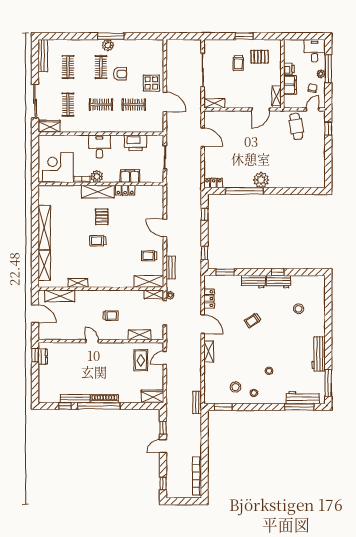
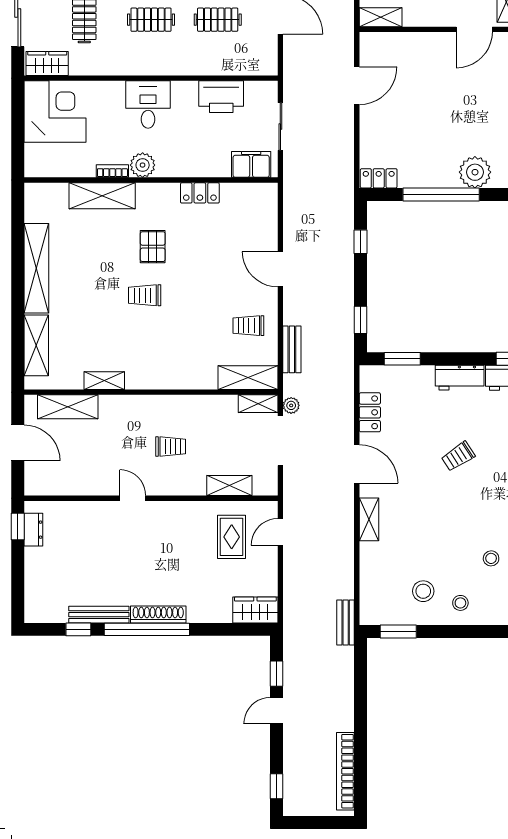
door: (203, 137) -> (357, 86), hinge flipped
corner desk: (58, 167) -> (55, 112), moved, turned 90
filing cabinet: (130, 176) -> (251, 164), moved
shelving: (98, 192) -> (102, 196), moved

